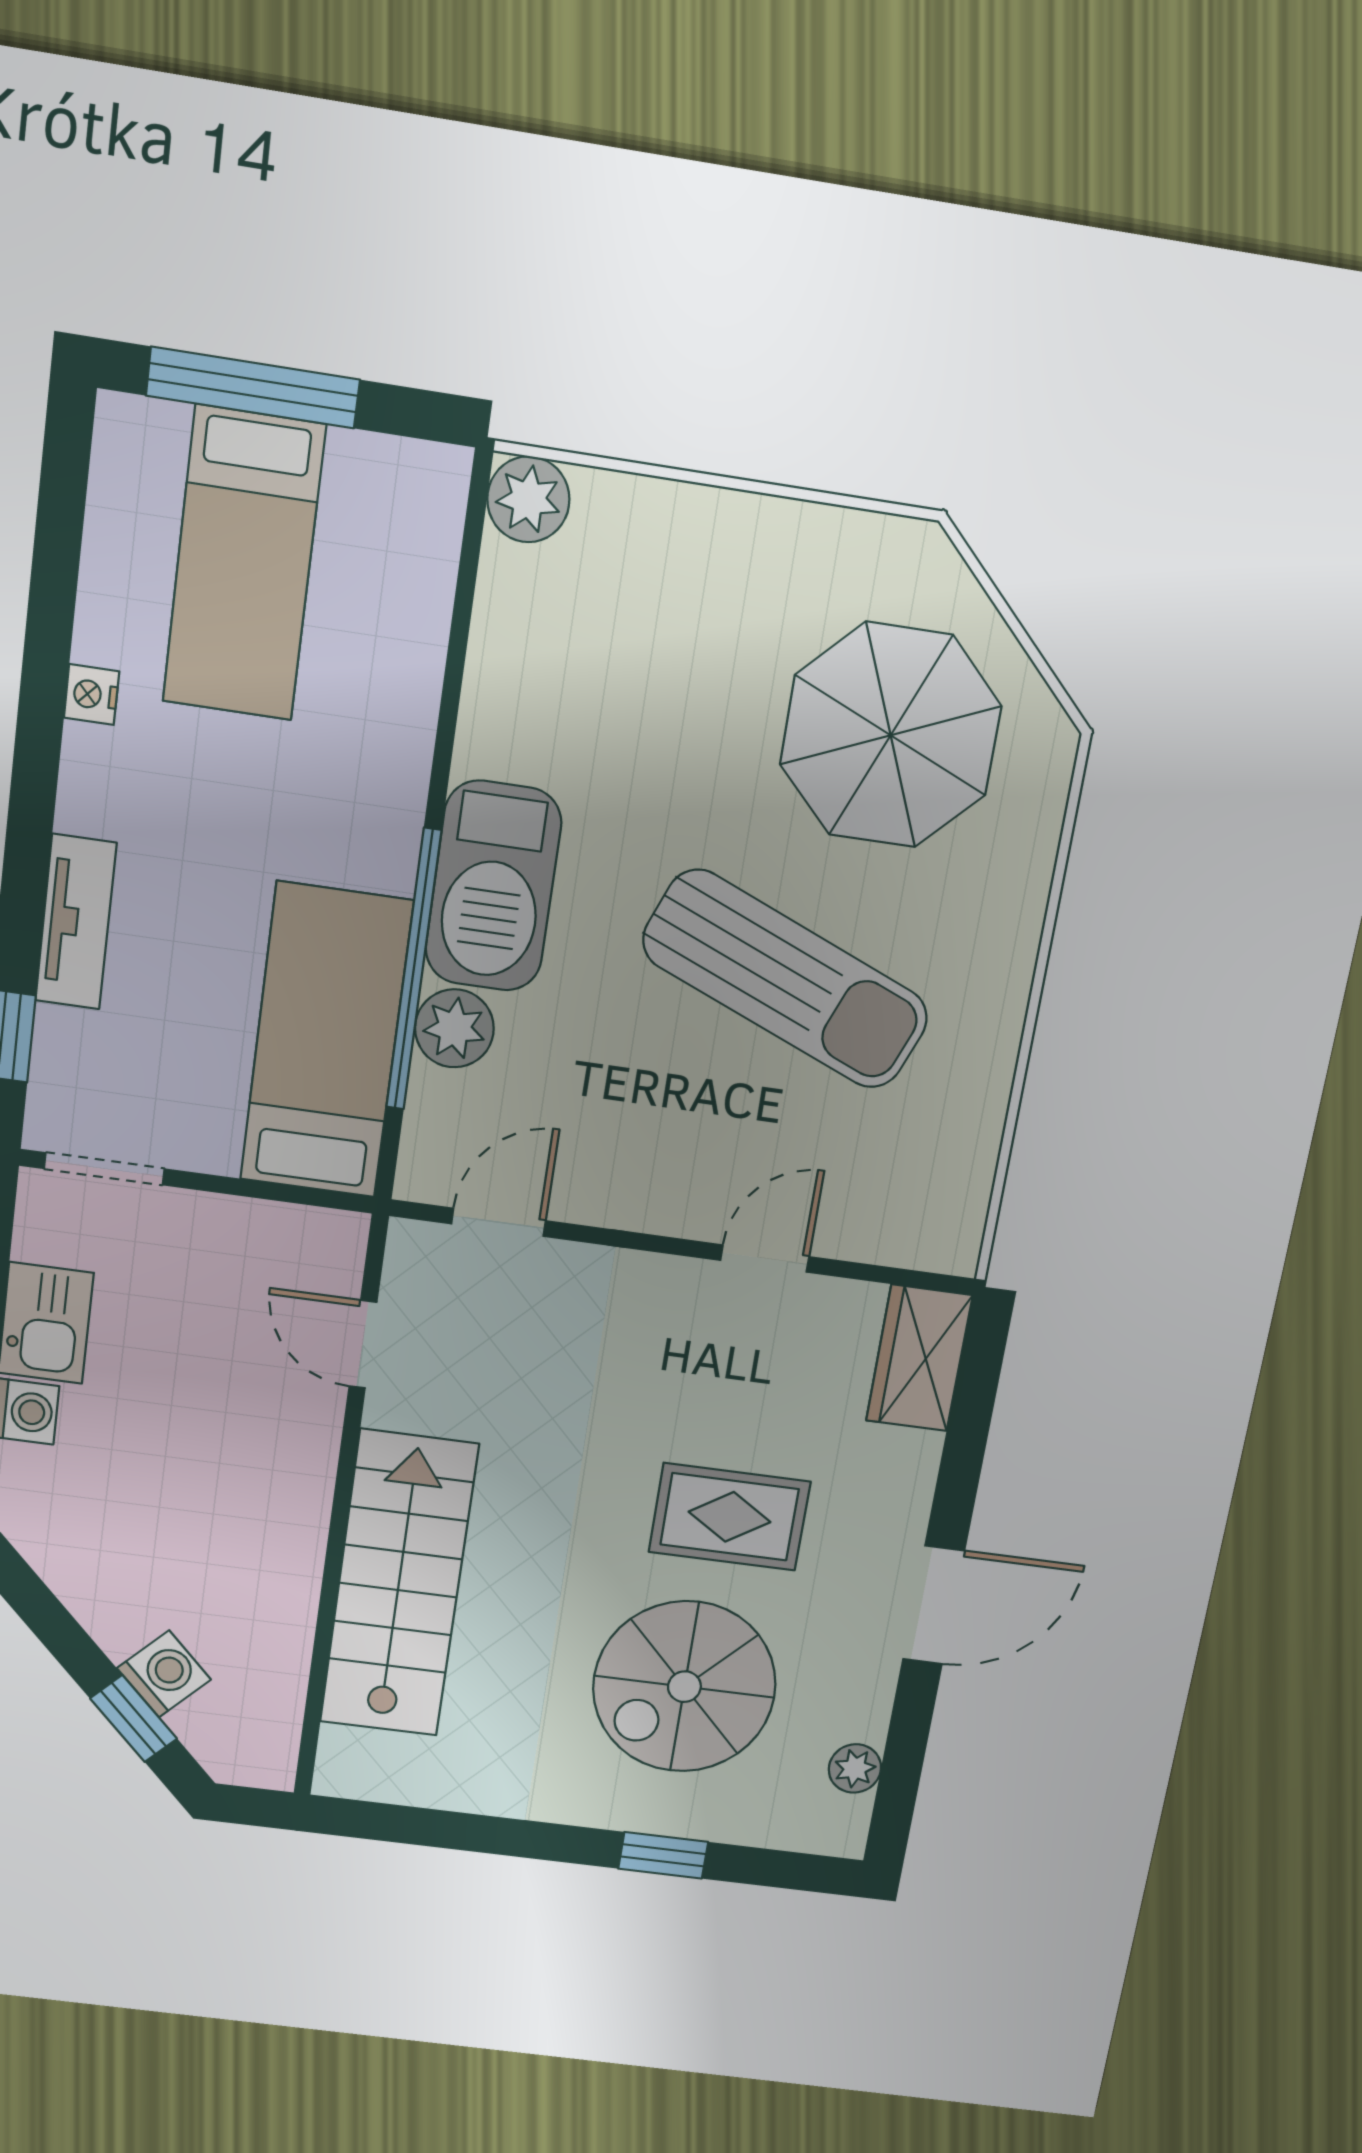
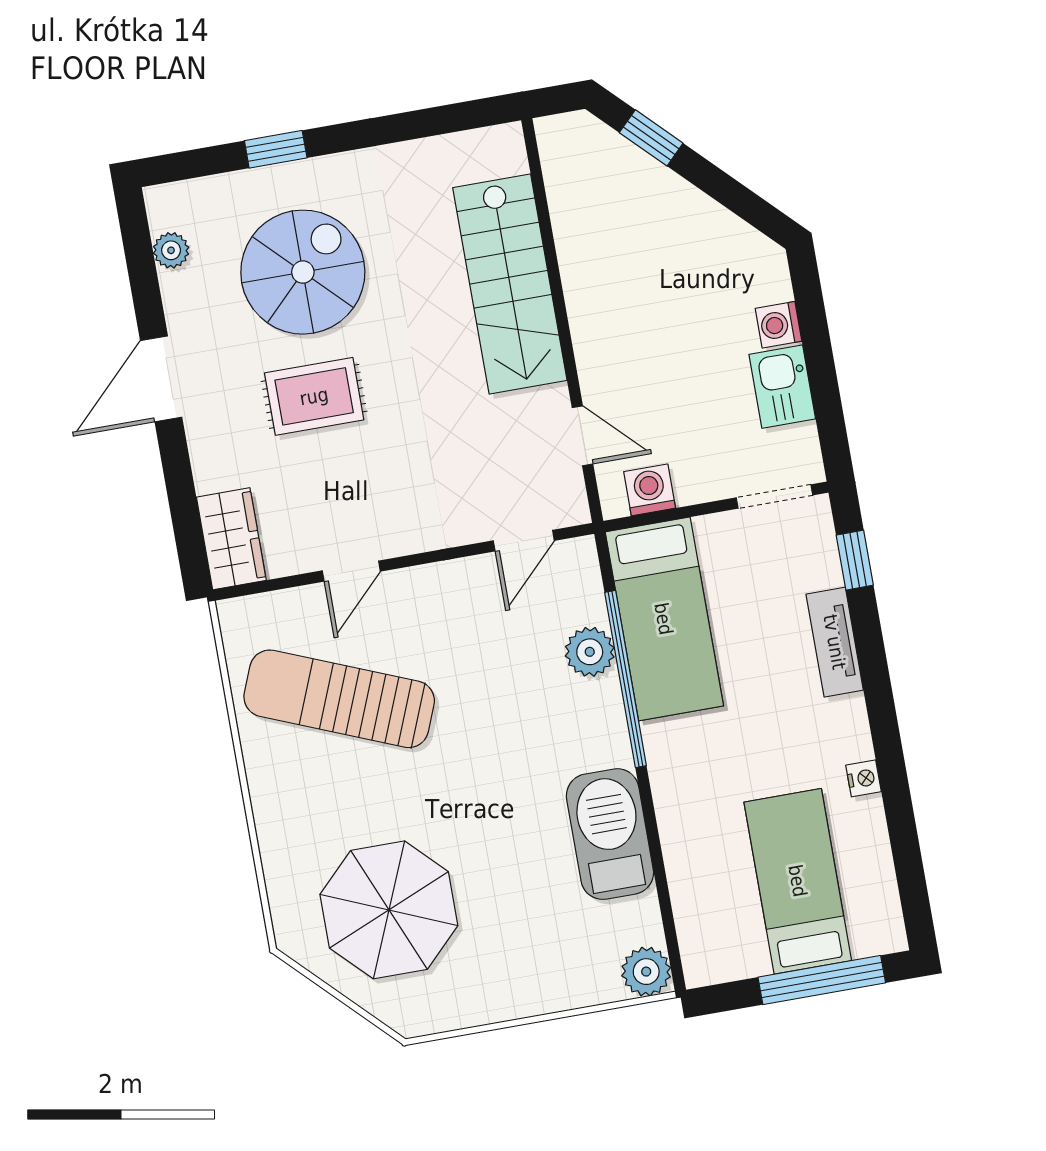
barbecue: (493, 886) -> (610, 834), moved
sun lounger: (786, 979) -> (339, 699), moved
washing machine: (164, 1674) -> (650, 490), moved, turned 135

